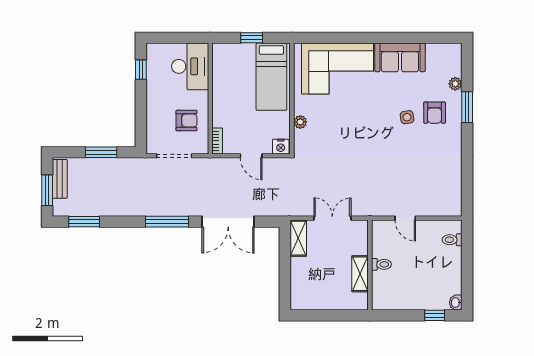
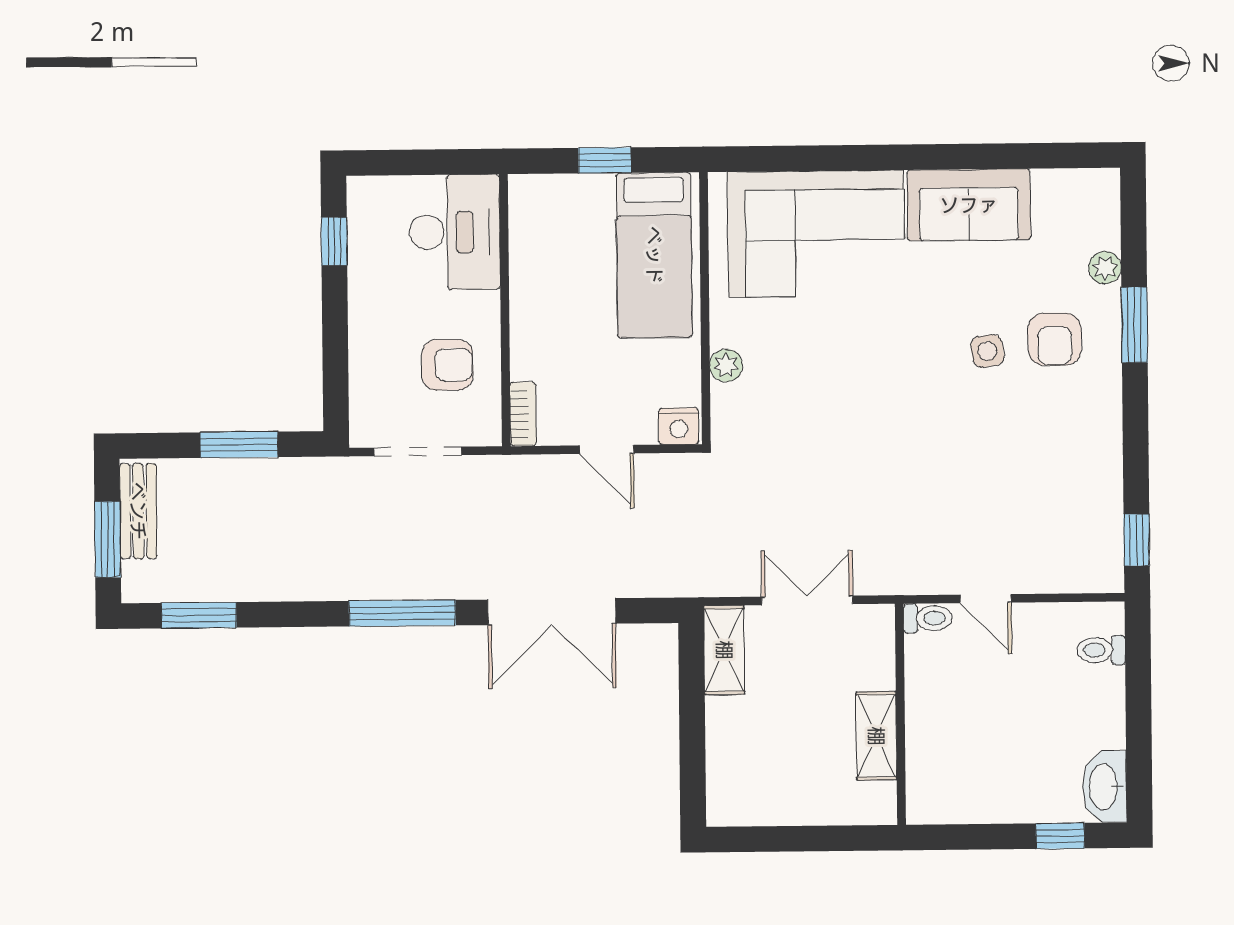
window: (467, 195) -> (1137, 540), added
toilet: (381, 264) -> (928, 618), moved
washbasin: (456, 303) -> (1105, 787), width x1.91, depth x1.45

